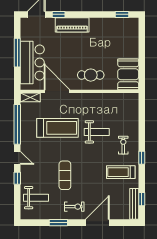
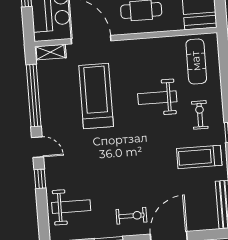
treadmill: (57, 128) -> (96, 96), turned -90
weight bench: (97, 132) -> (157, 98), turned 180
exercise mat: (65, 175) -> (196, 61), moved

